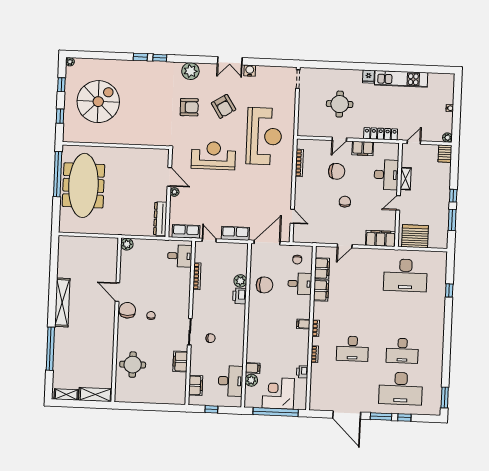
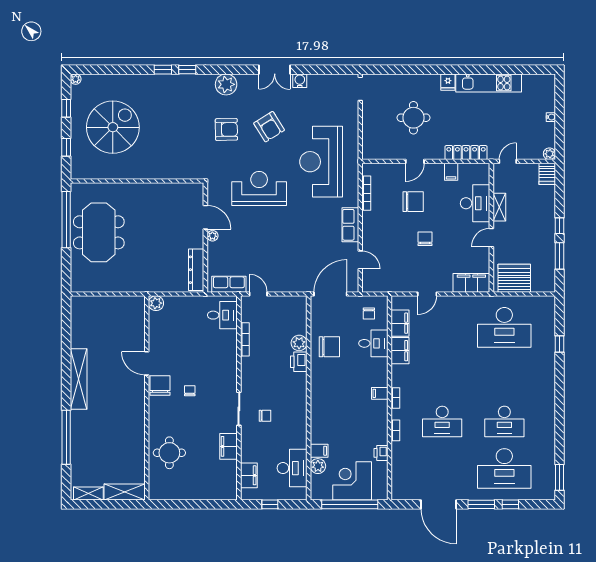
reception desk: (264, 136) -> (321, 162), turned 180
filing cabinet: (363, 148) -> (451, 172), width x0.50
meeting table: (83, 185) -> (99, 232), width x0.73
row of seats: (235, 233) -> (350, 225), moved, turned -90

